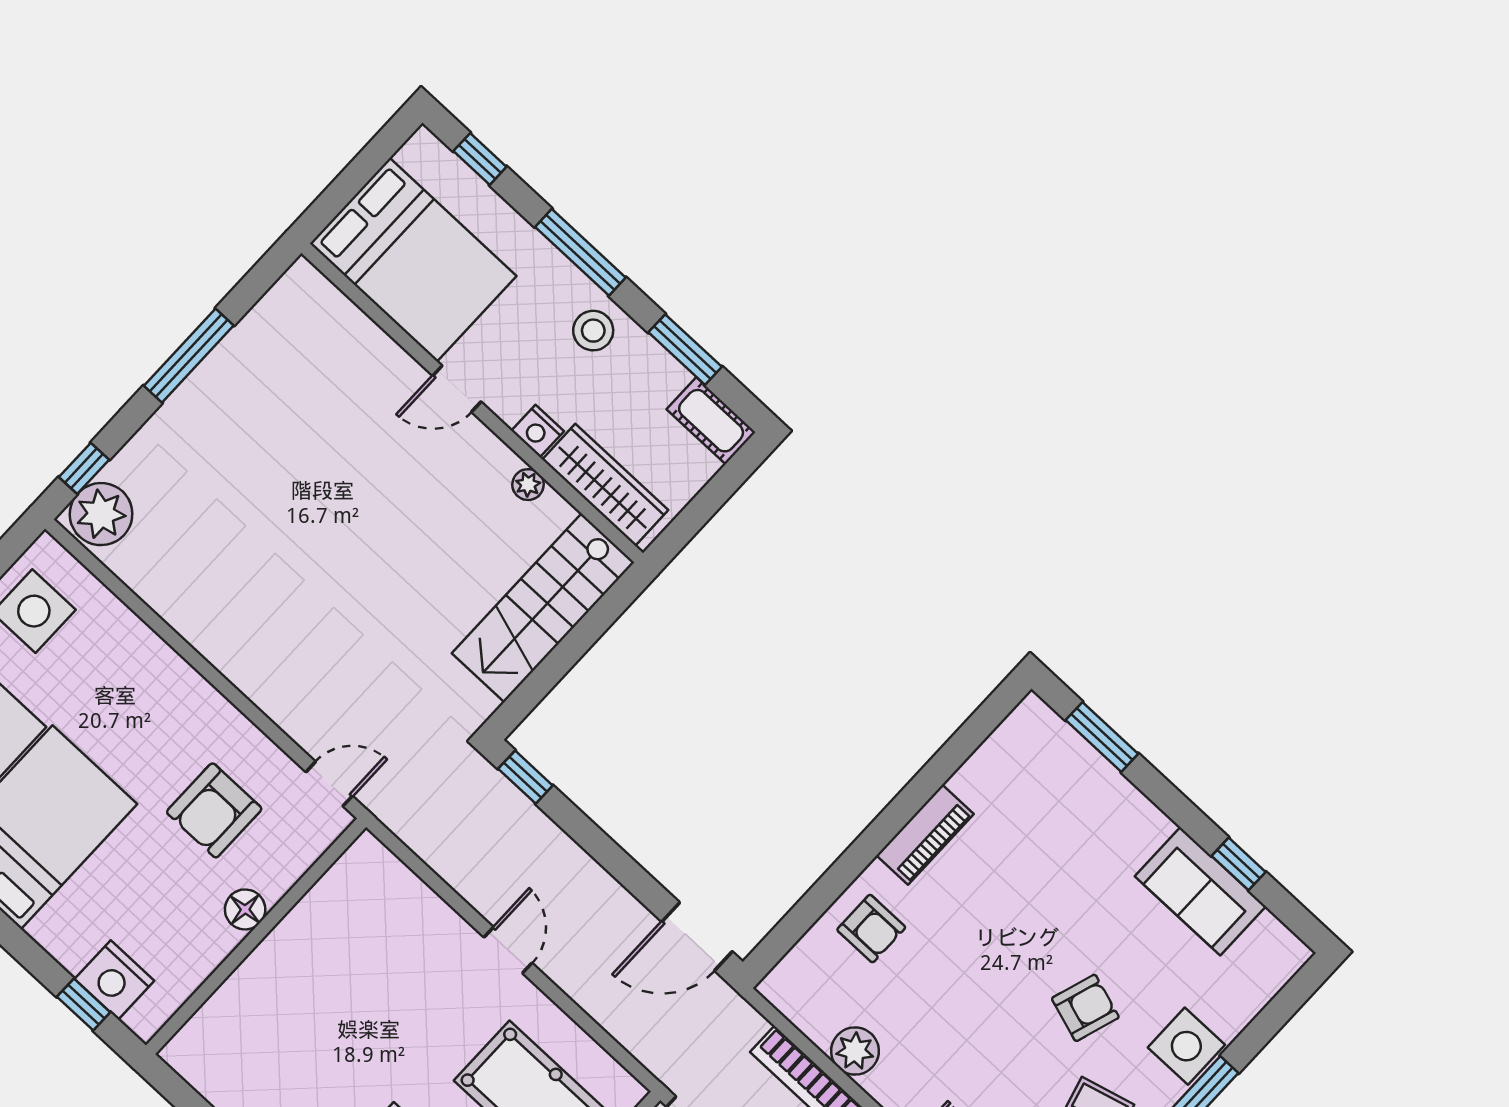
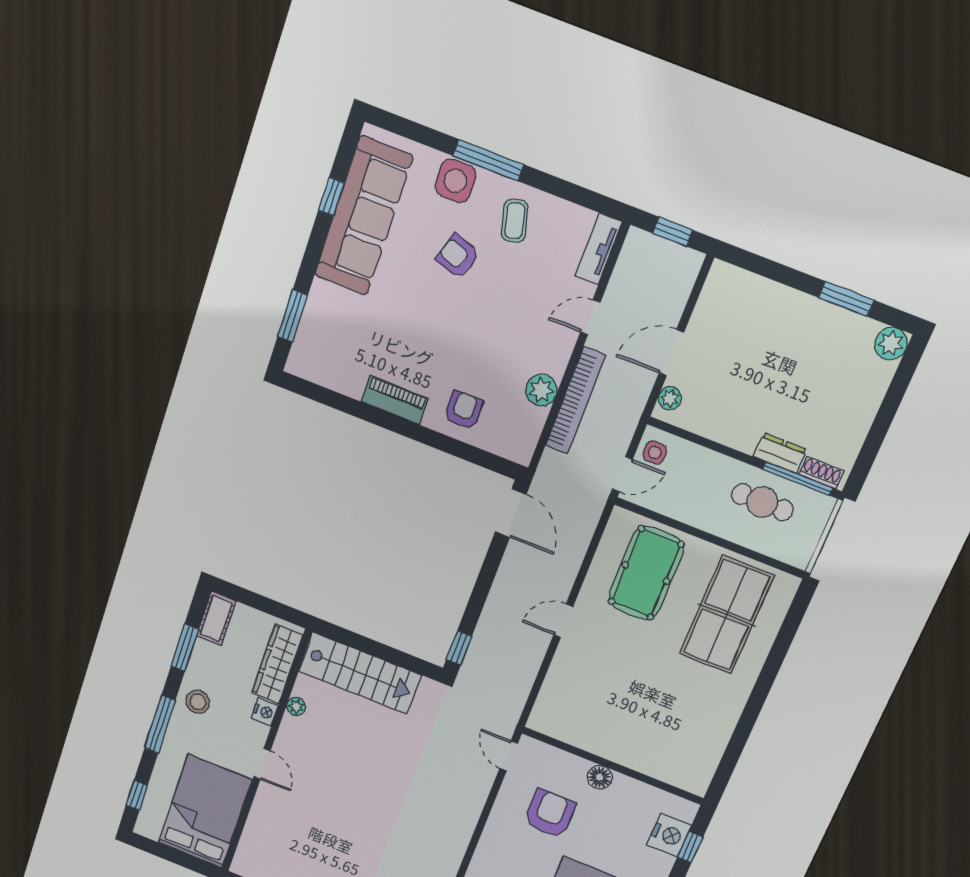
armchair: (214, 810) -> (550, 813), turned -90
sofa: (1200, 891) -> (363, 216), width x1.85, depth x1.27

